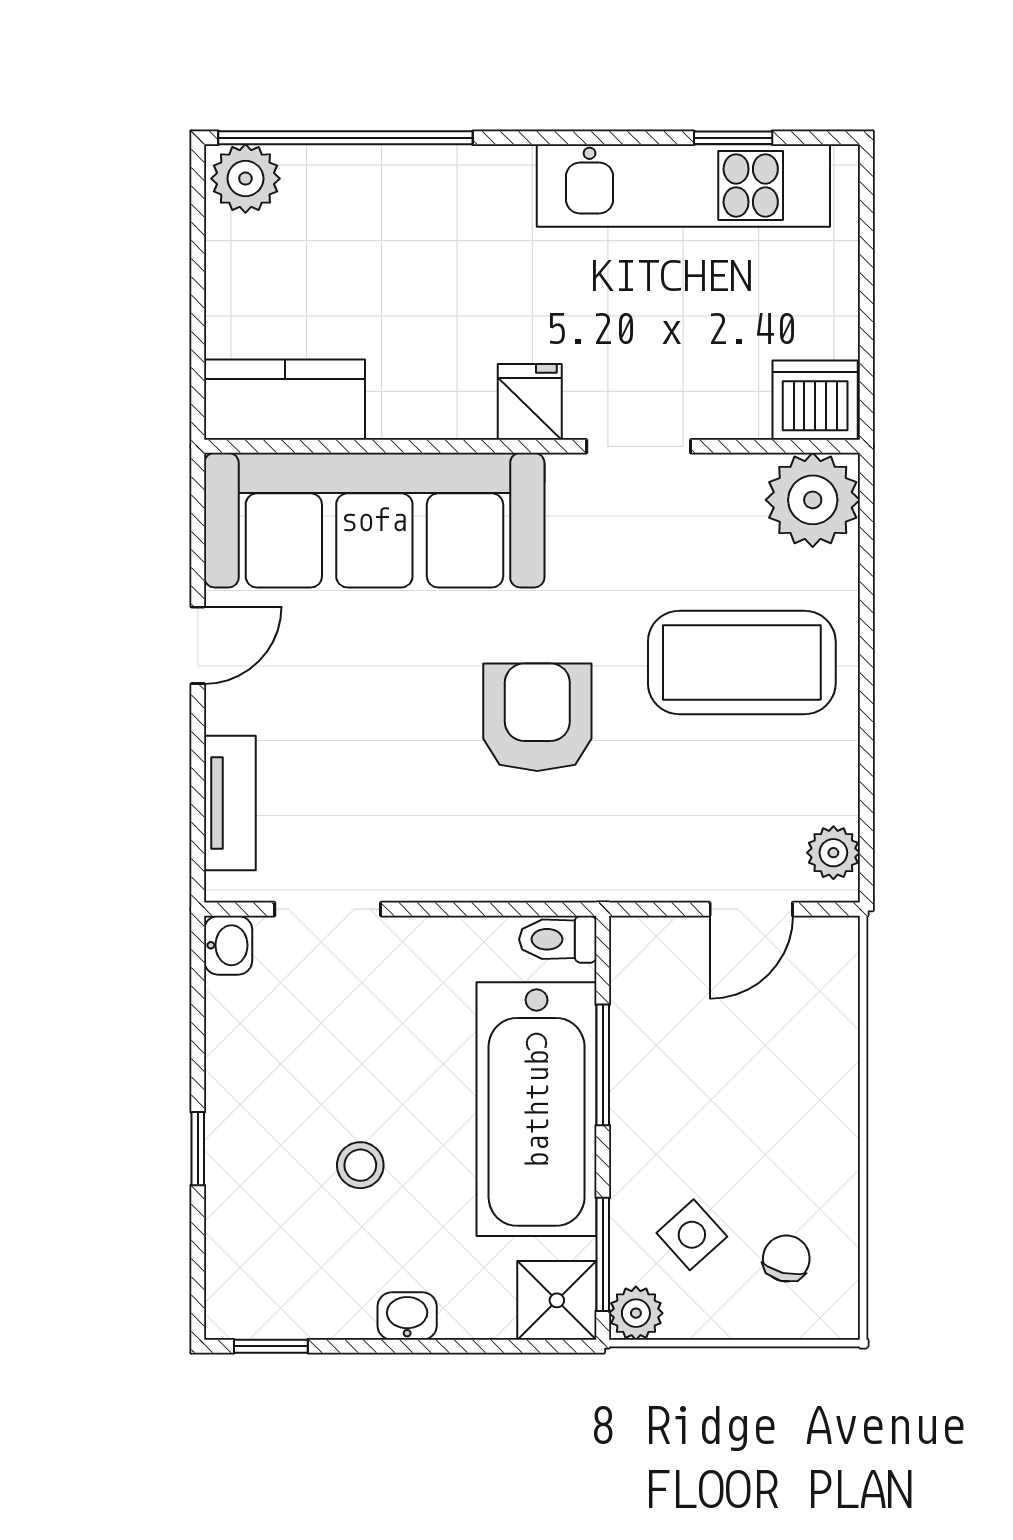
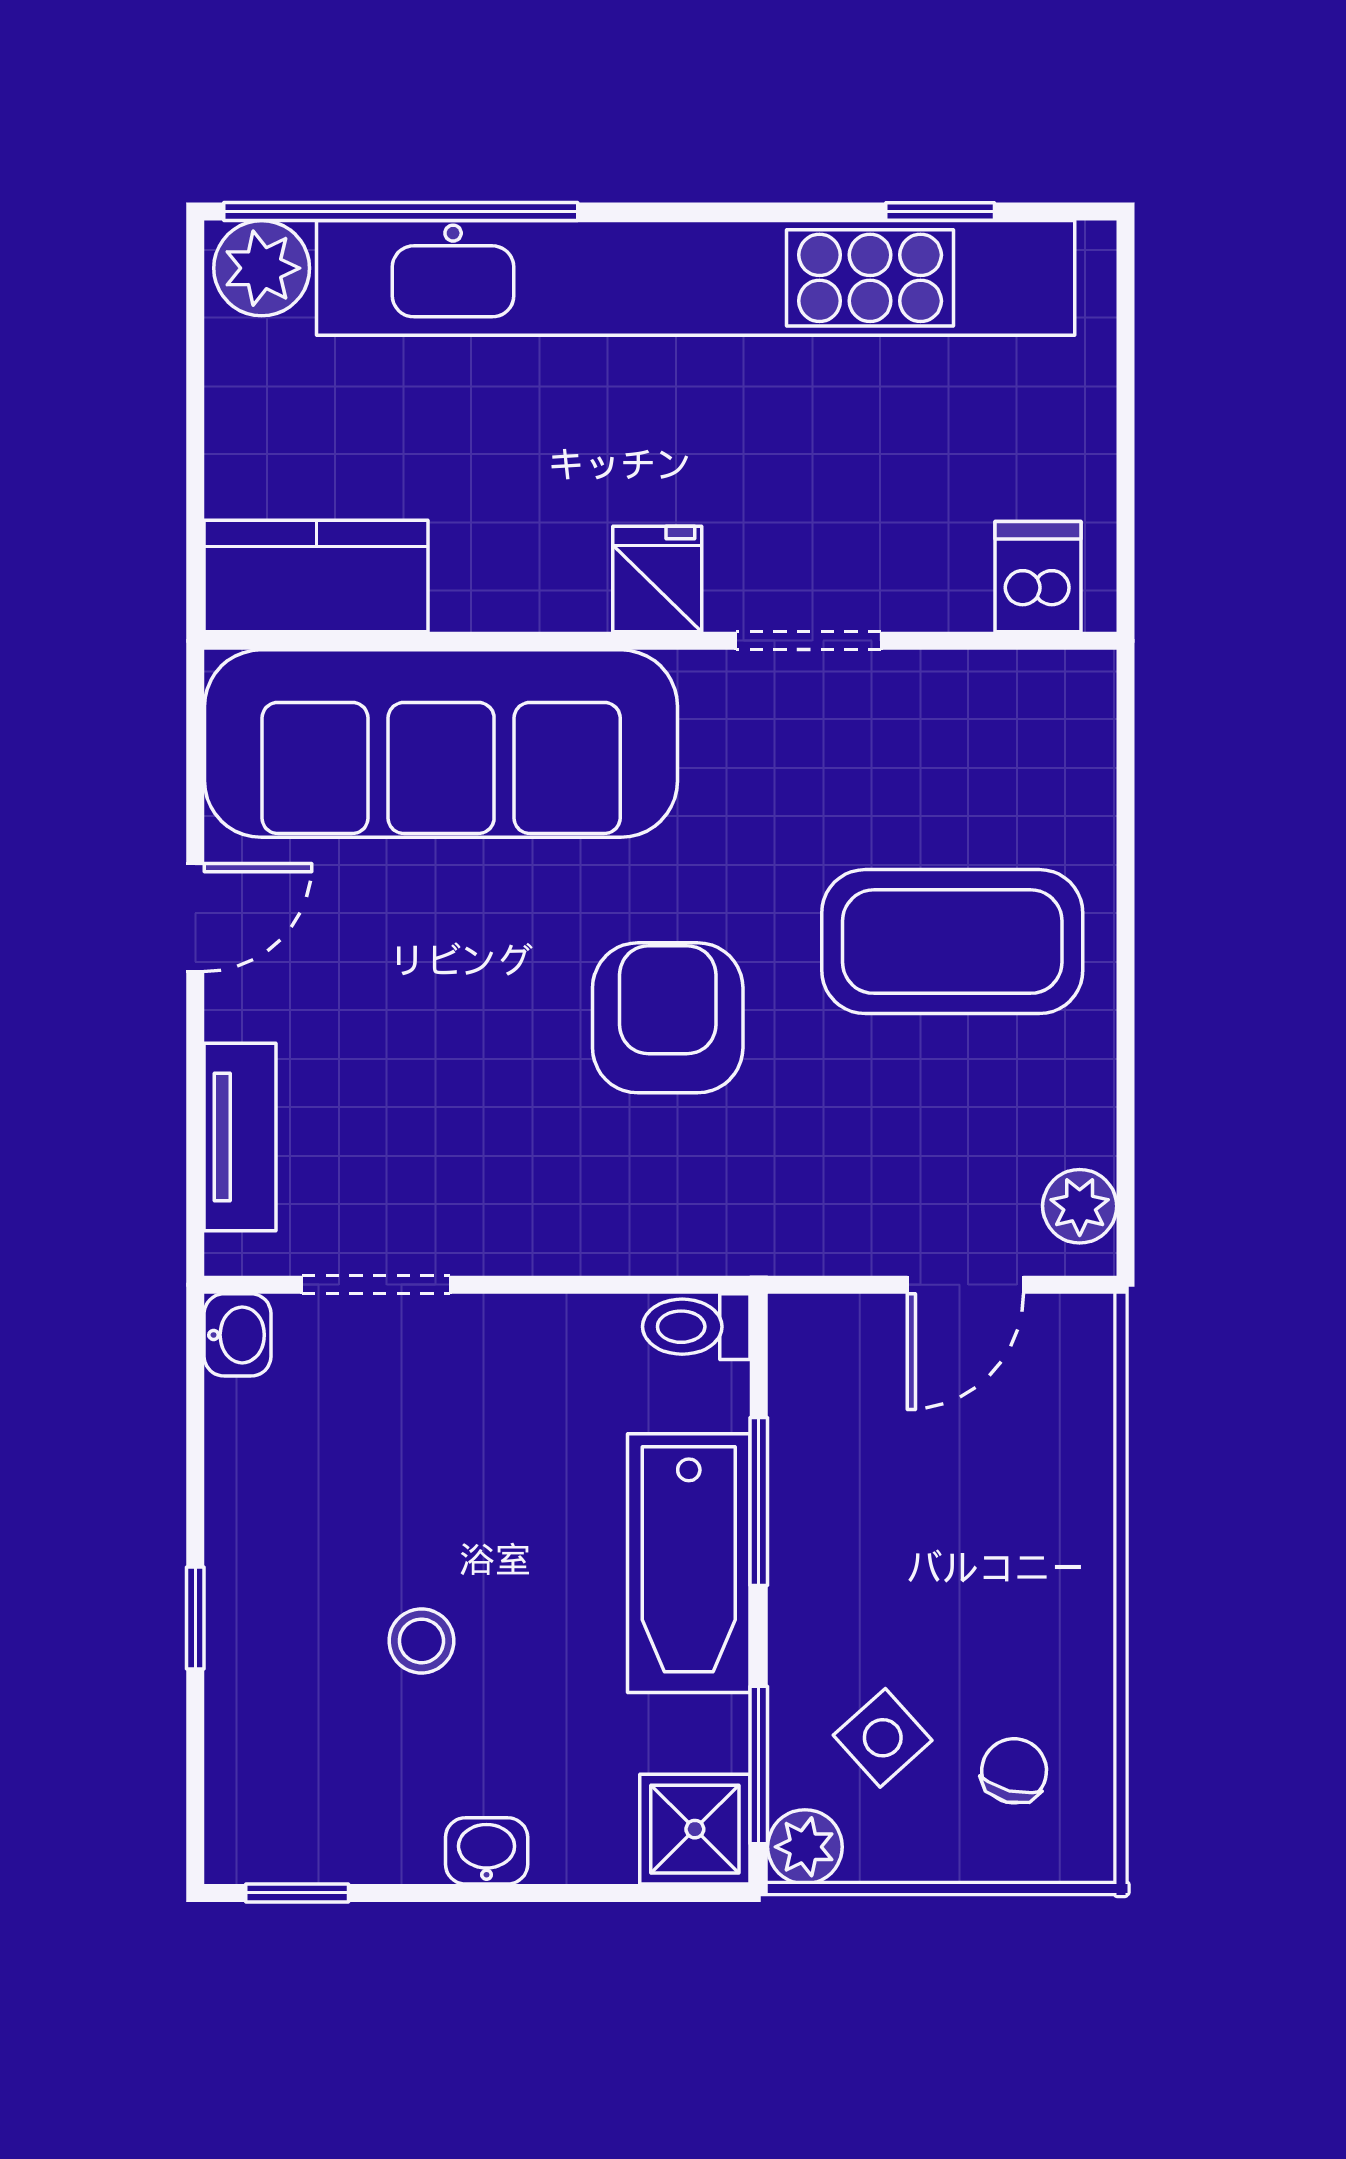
kitchen unit: (683, 185) -> (696, 278), width x1.86
dishwasher: (815, 400) -> (1038, 577), width x0.73
plant: (813, 500) -> (1051, 715), removed
bathtub: (537, 1109) -> (689, 1563), width x0.73, depth x0.73

